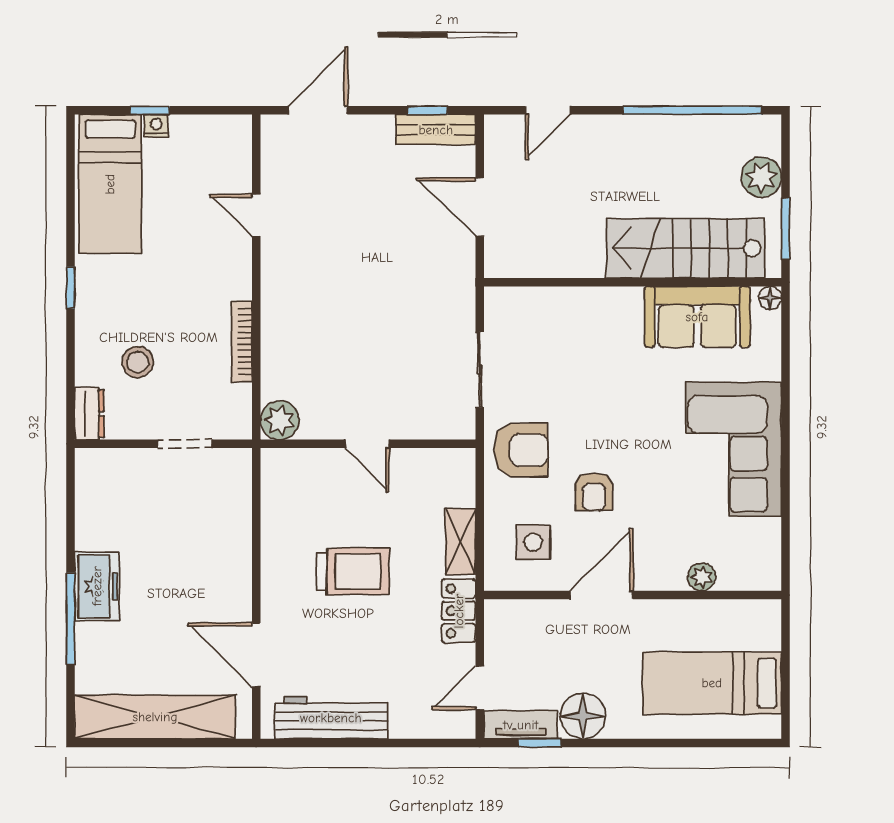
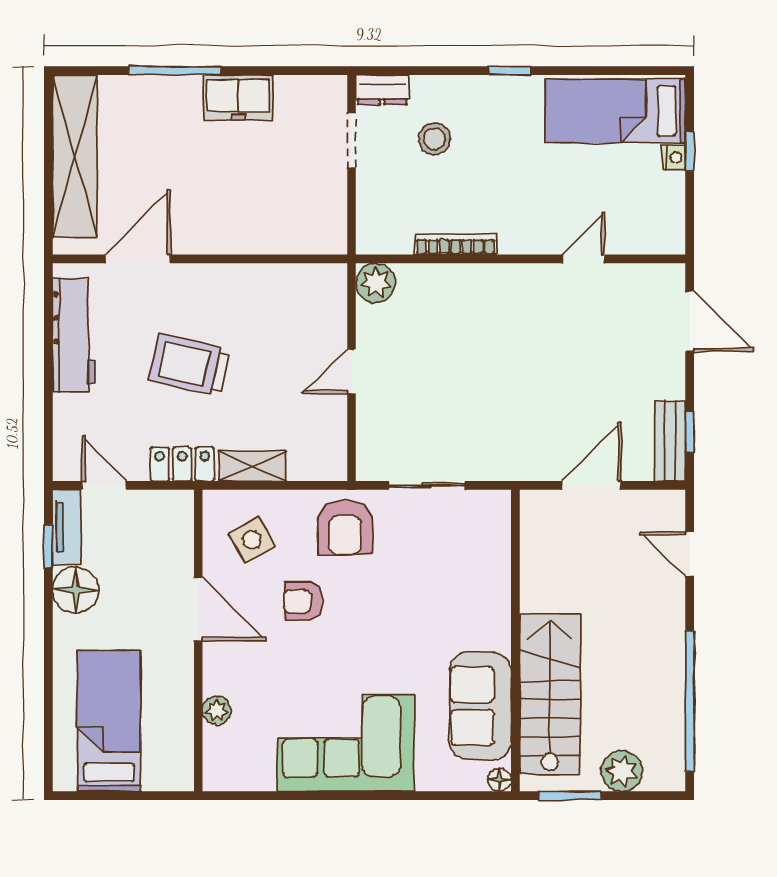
doorway: (184, 444) -> (352, 140), moved
side table: (533, 542) -> (252, 540), turned -30
trolley: (353, 572) -> (189, 365), moved, turned 103
freezer: (97, 586) -> (238, 97), moved

